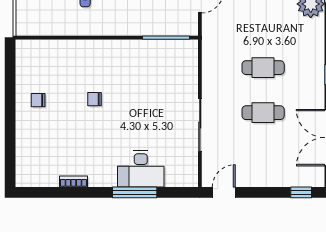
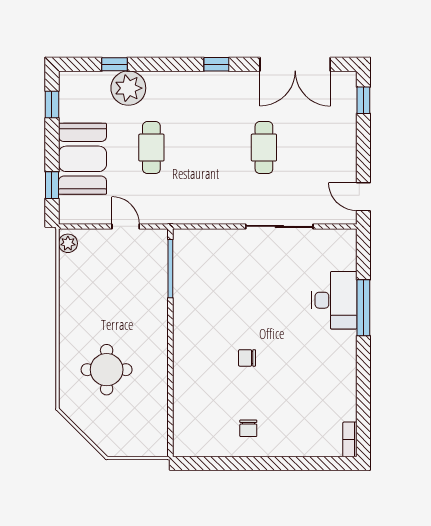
cafe table: (263, 68) -> (151, 148), moved
chair: (95, 99) -> (247, 358), turned 90
bookcase: (73, 182) -> (350, 439), moved

